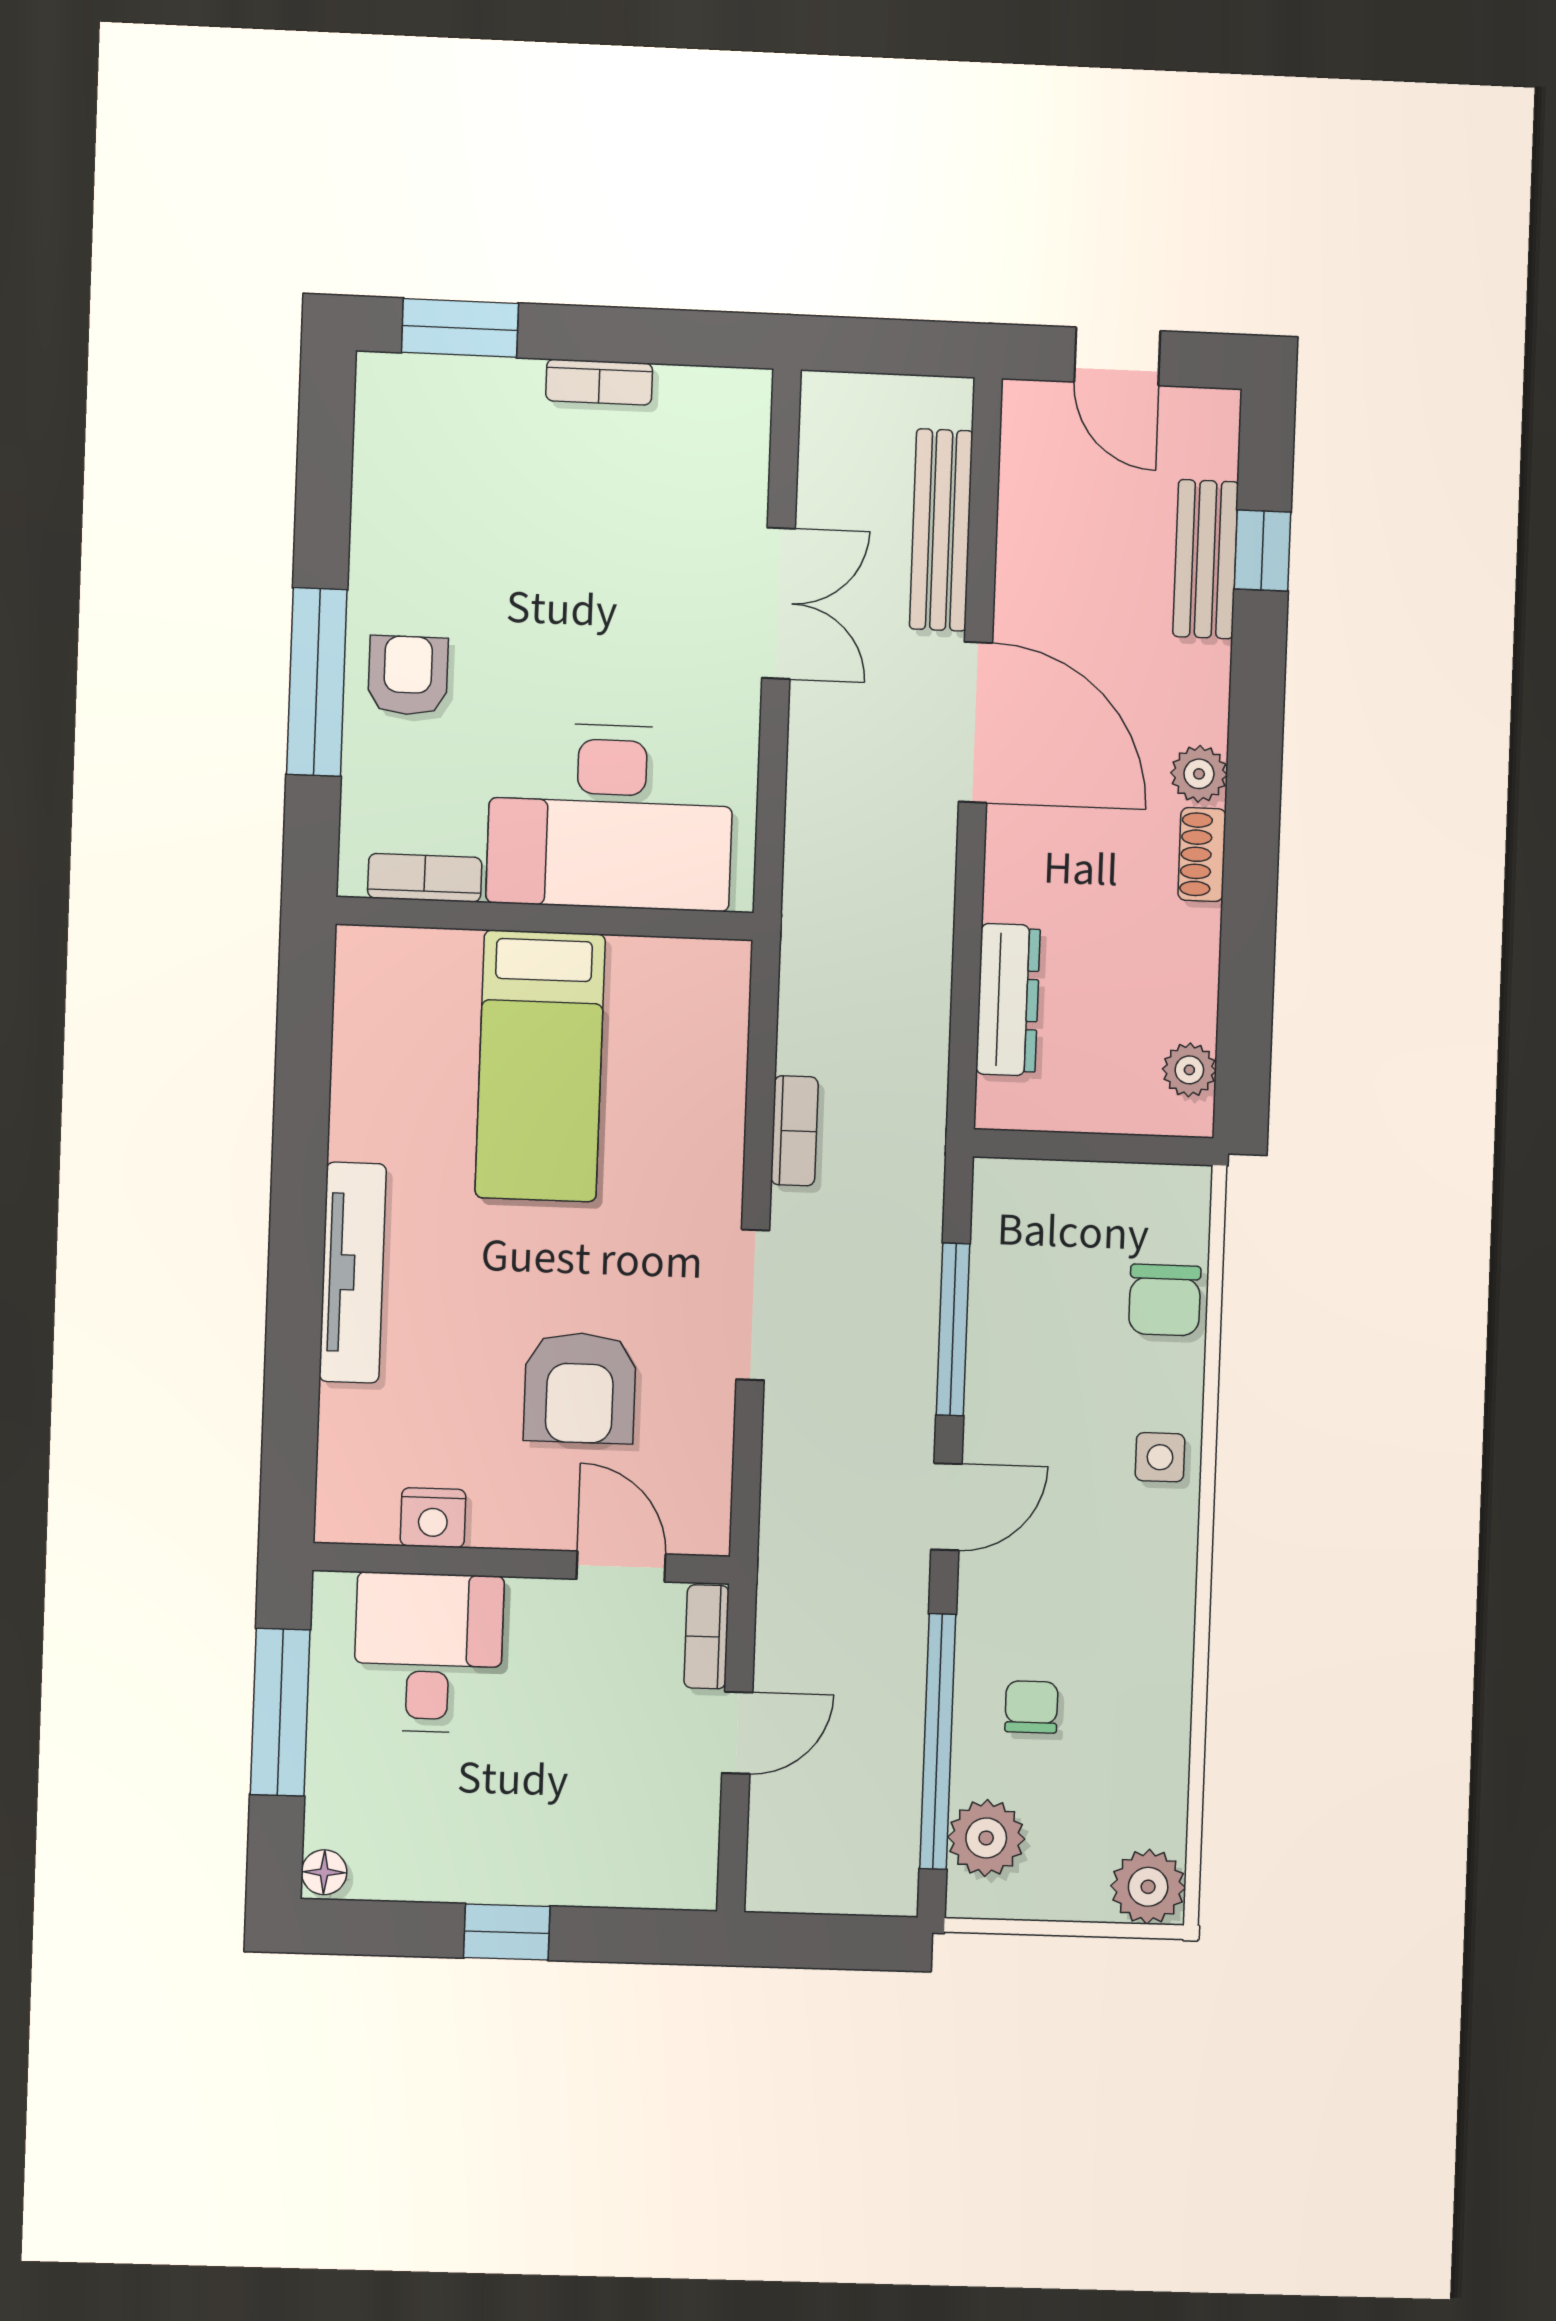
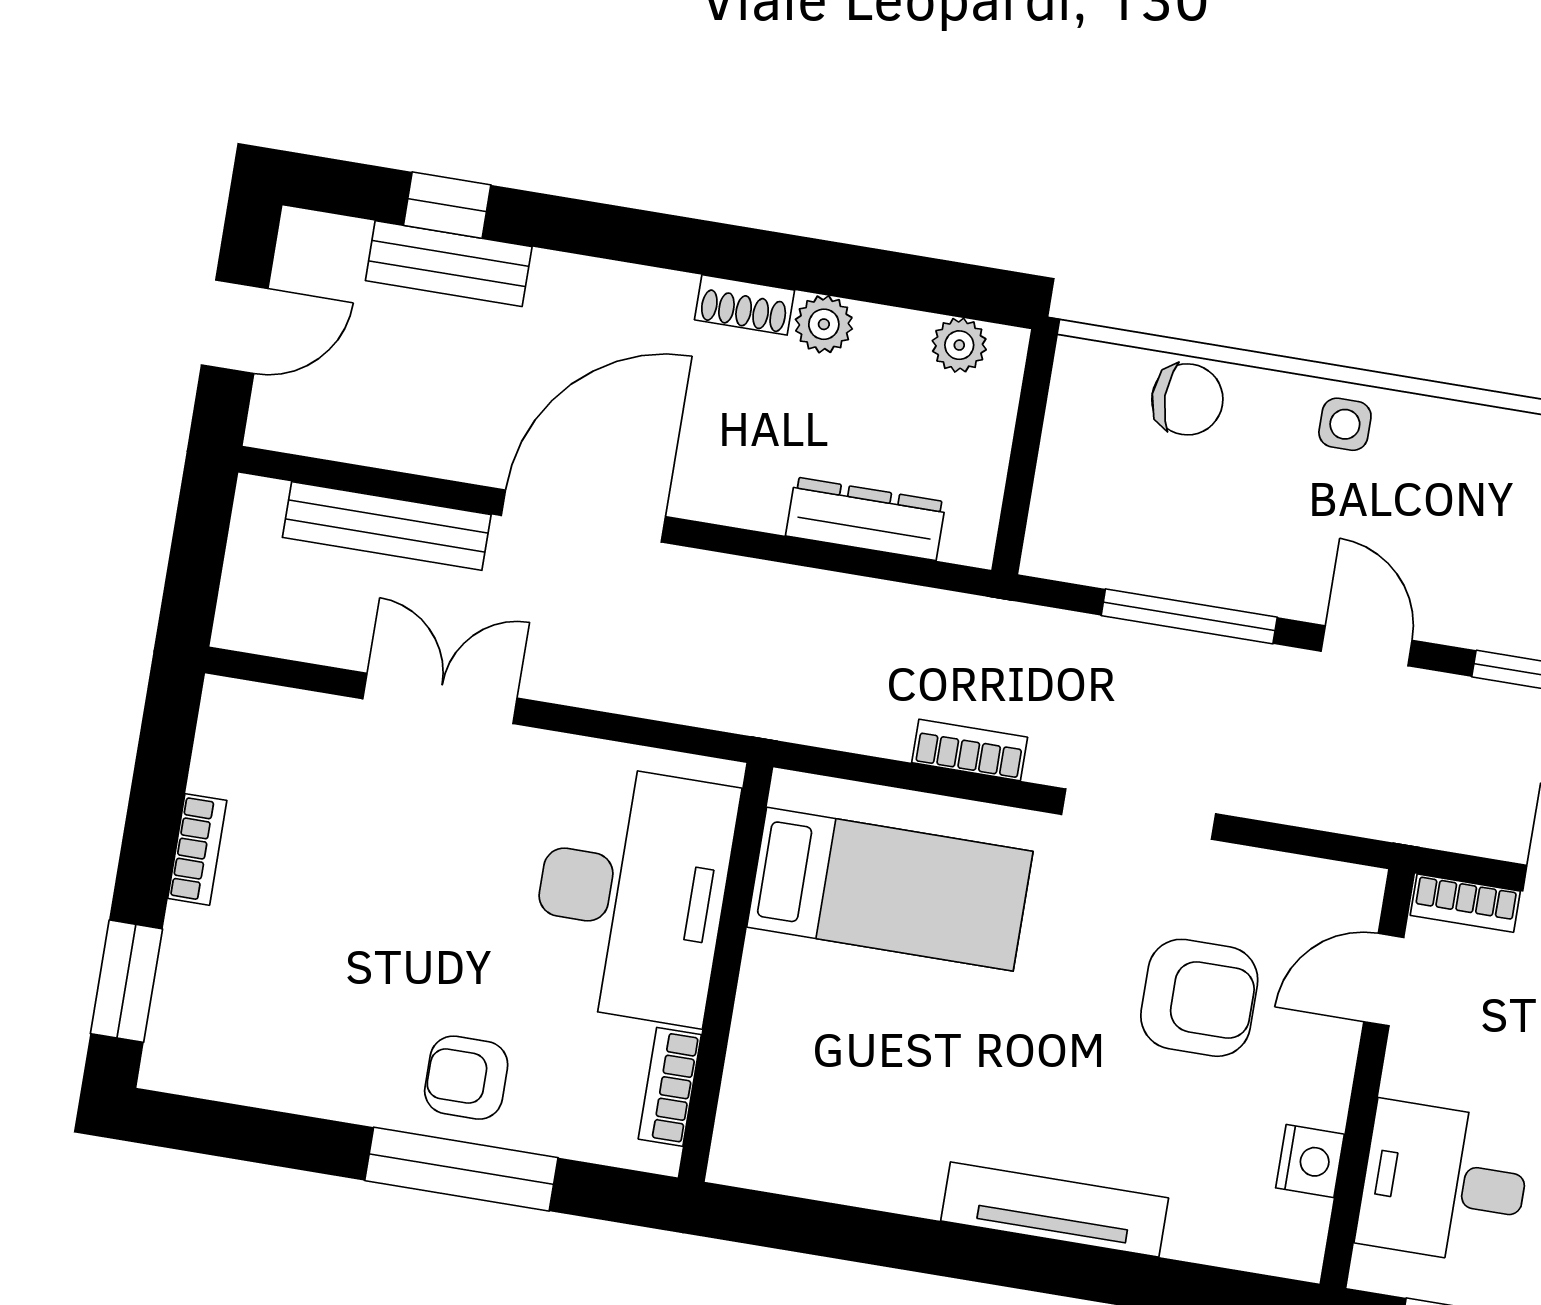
plant: (1199, 774) -> (824, 324), moved
bed: (540, 1066) -> (890, 889), moved

